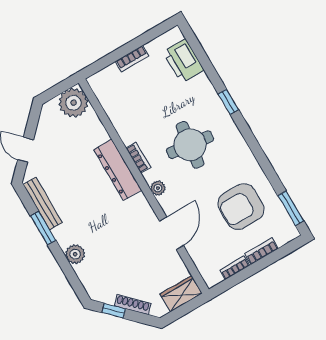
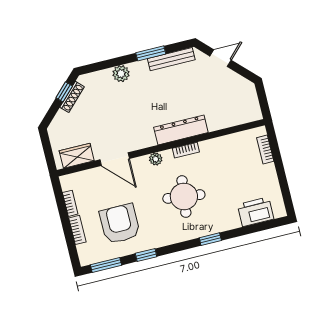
bookcase: (132, 59) -> (265, 149), moved
plant: (73, 103) -> (248, 110), removed
window: (267, 167) -> (146, 255), added
wardrobe: (181, 294) -> (77, 156), moved, turned -90
shoe rack: (133, 305) -> (72, 97), moved

